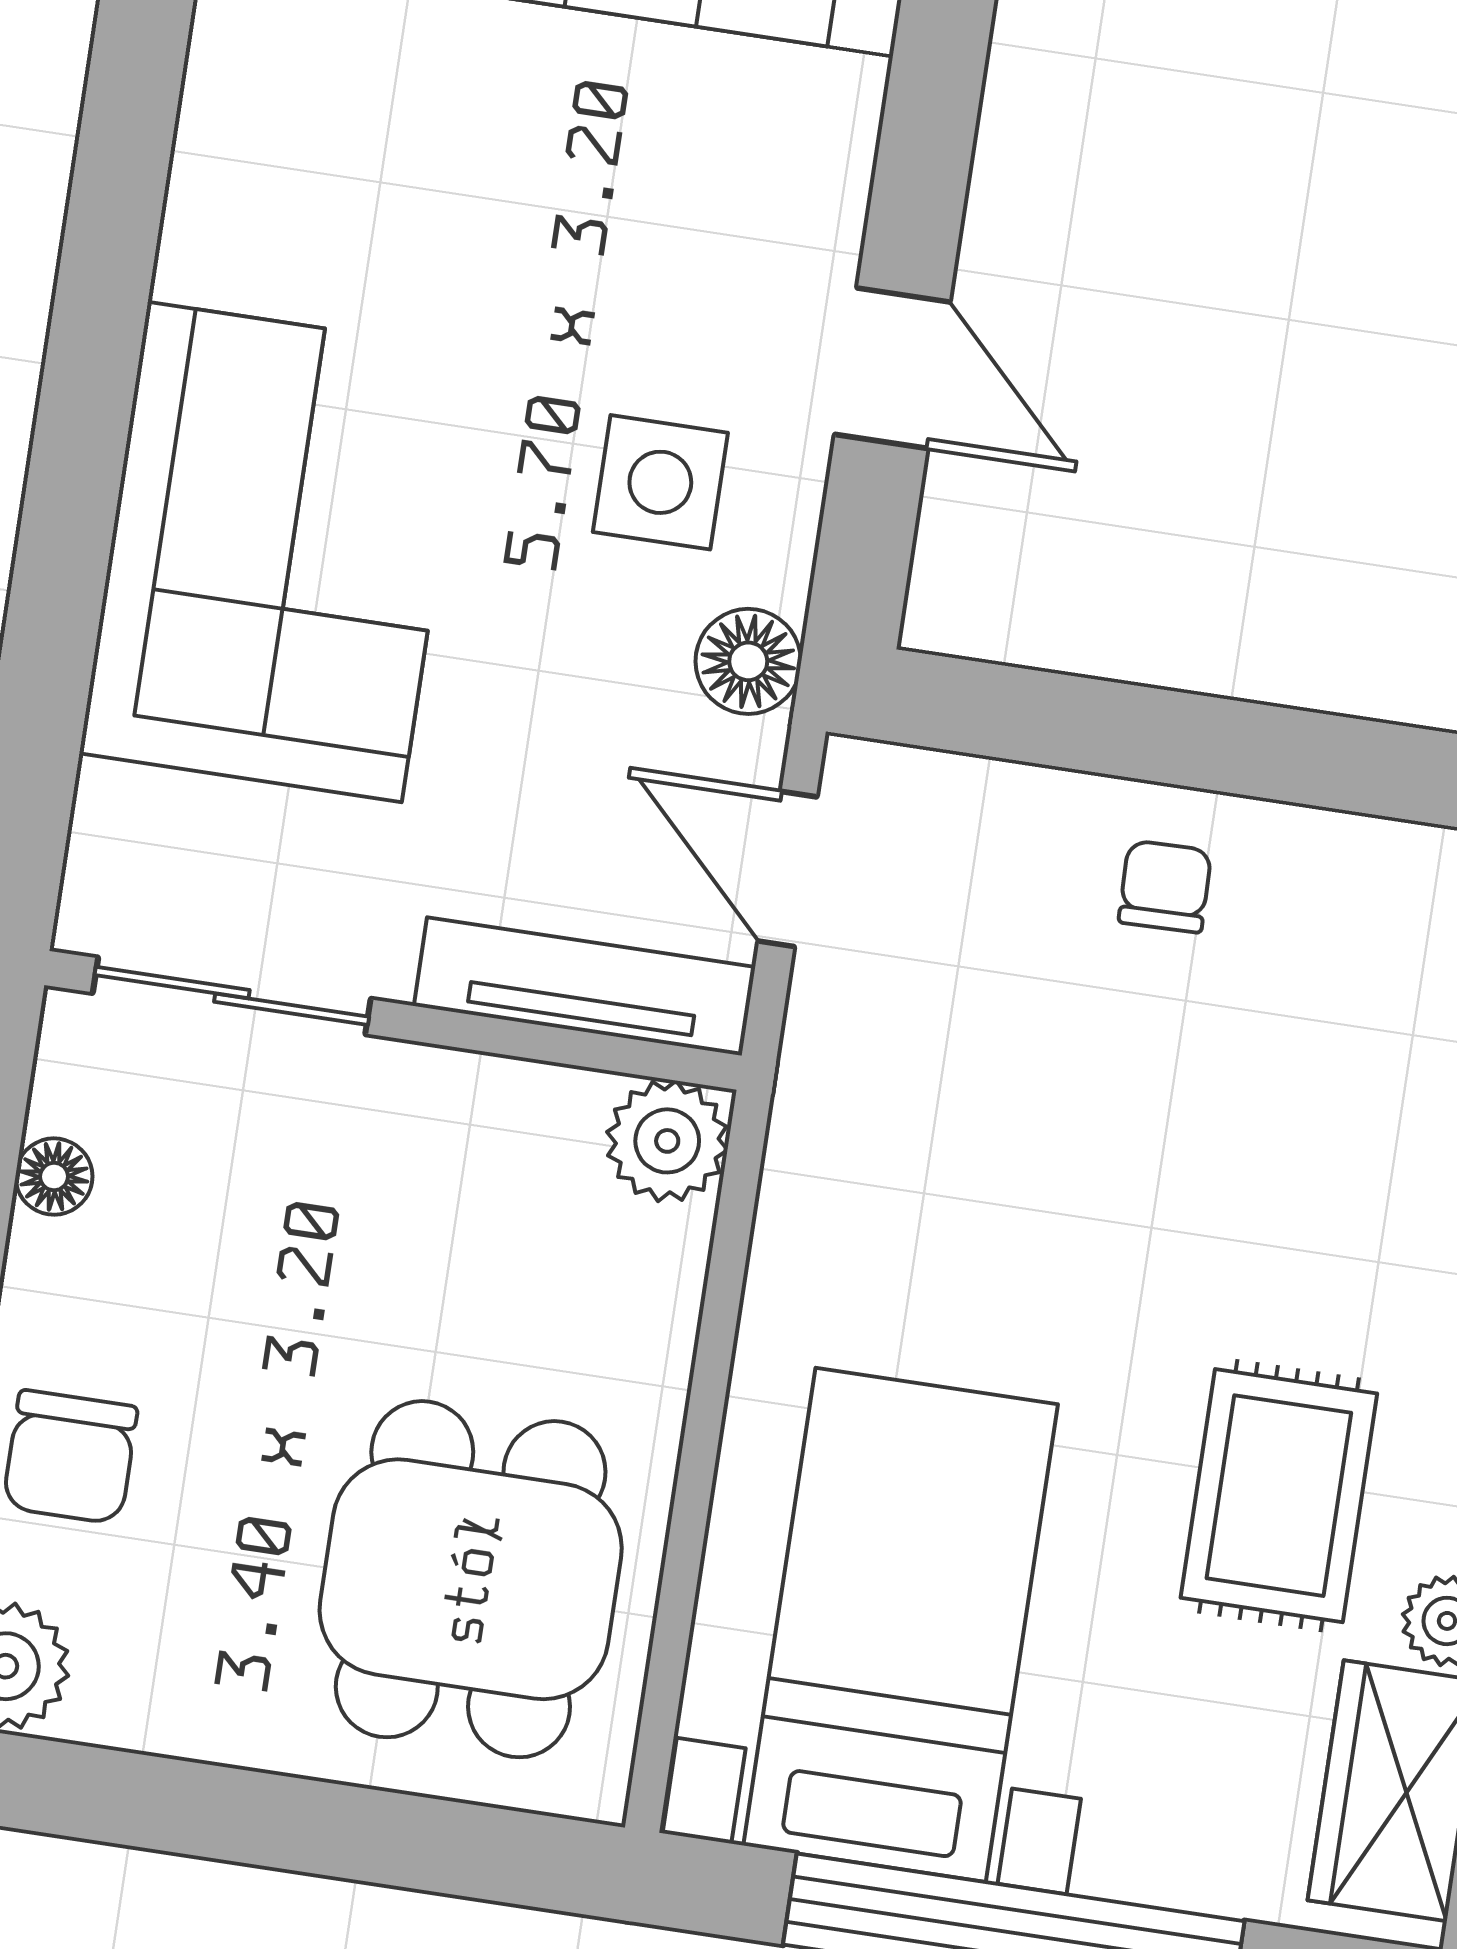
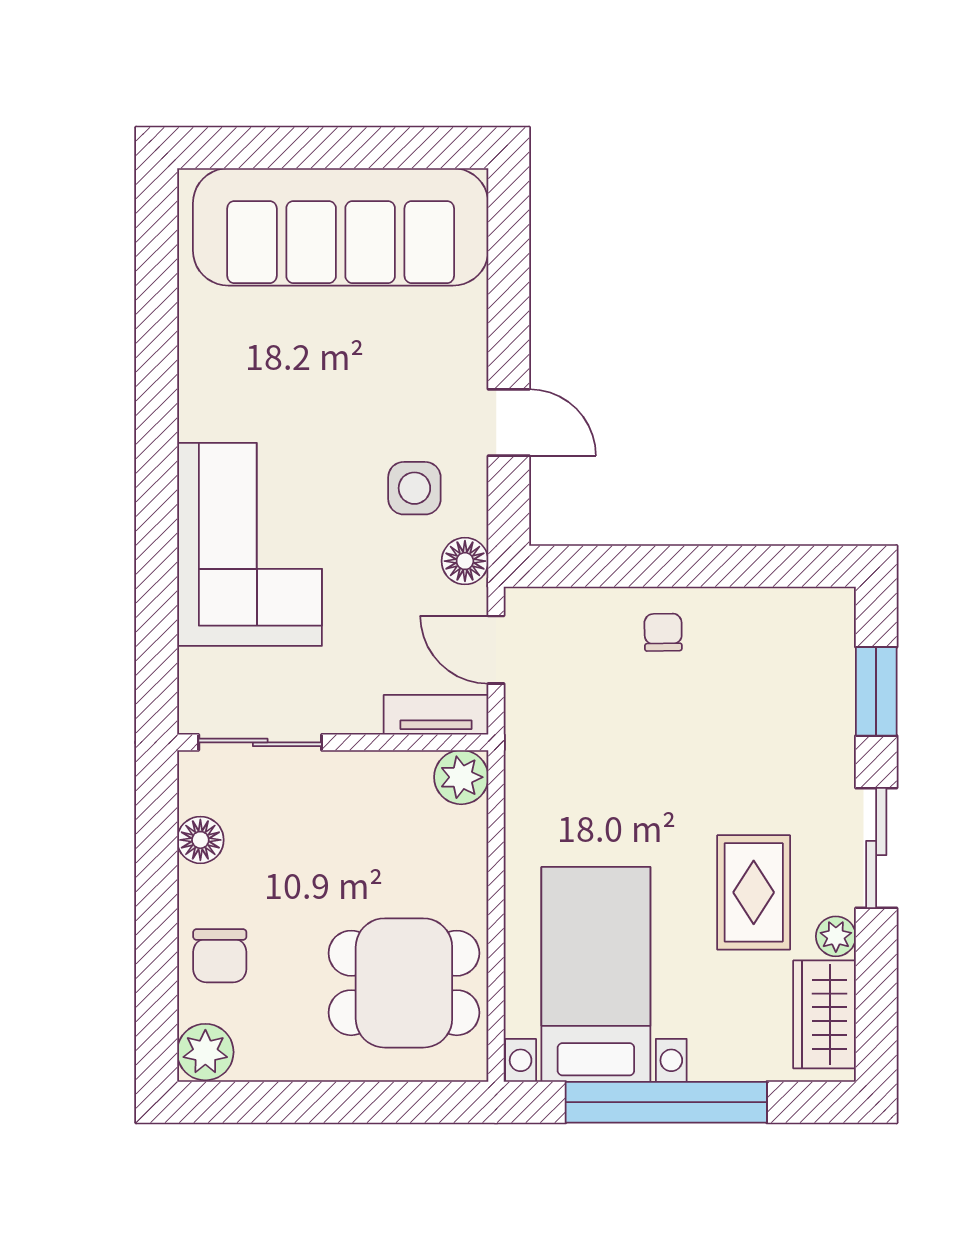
tv unit: (585, 986) -> (436, 715), width x0.71
floor lamp: (54, 1177) -> (200, 840), width x1.37, depth x1.37
dining table: (471, 1579) -> (404, 983), turned 90

